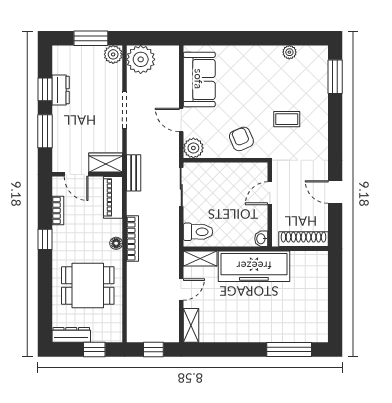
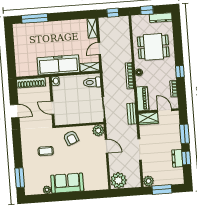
plant: (141, 59) -> (118, 180), moved
sofa: (199, 79) -> (67, 183), moved, turned 90
door: (270, 193) -> (52, 108), swing flipped

